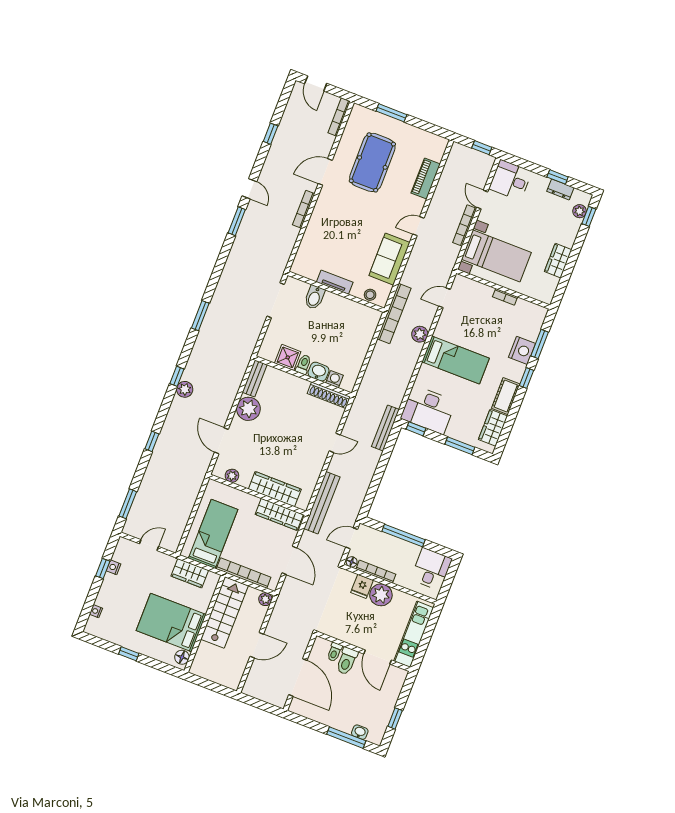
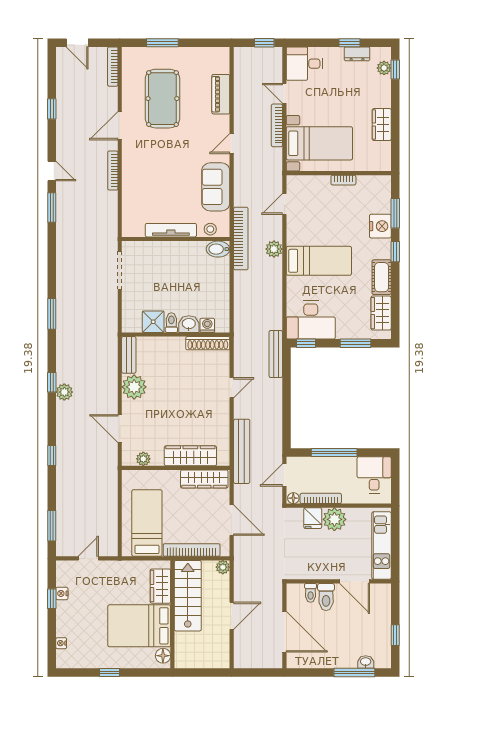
tv unit: (335, 282) -> (171, 230), width x1.41
bidet: (314, 297) -> (218, 249), moved, turned 90
wardrobe: (190, 573) -> (160, 586), moved, turned 90

